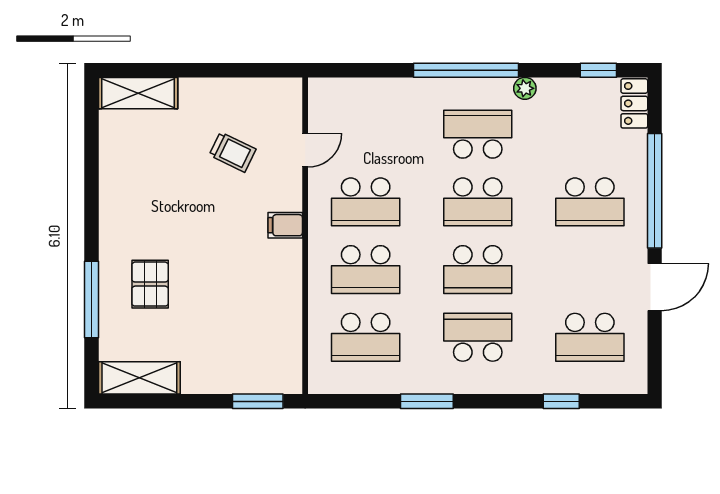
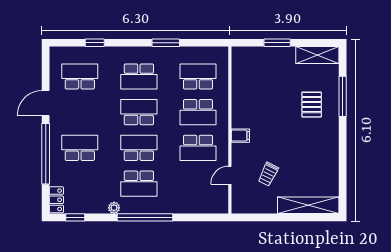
shelving: (138, 93) -> (308, 205), width x1.47
trolley: (232, 152) -> (268, 174), turned -90
school desk: (366, 202) -> (198, 148), turned 180
school desk: (366, 270) -> (198, 112), turned 180
window: (258, 401) -> (277, 43), moved

